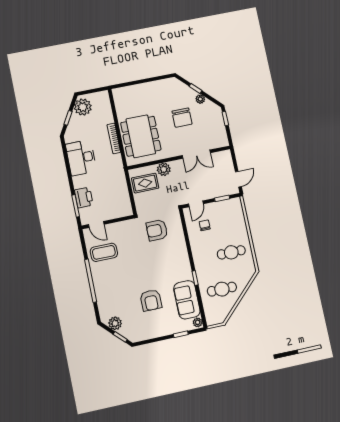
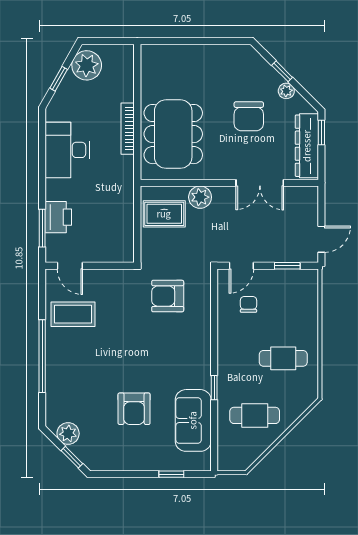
dresser: (219, 128) -> (307, 146), added
plant: (198, 322) -> (203, 461), removed

